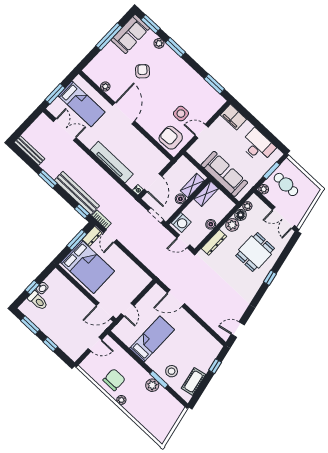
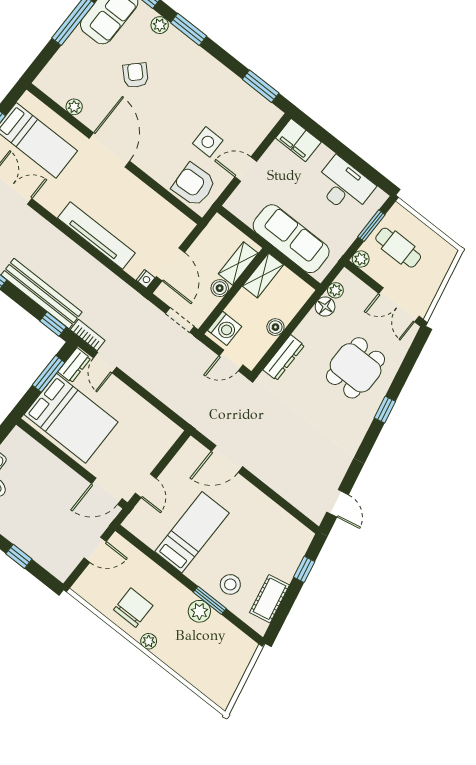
plant: (232, 225) -> (312, 325), removed
door: (238, 330) -> (338, 503), swing flipped

